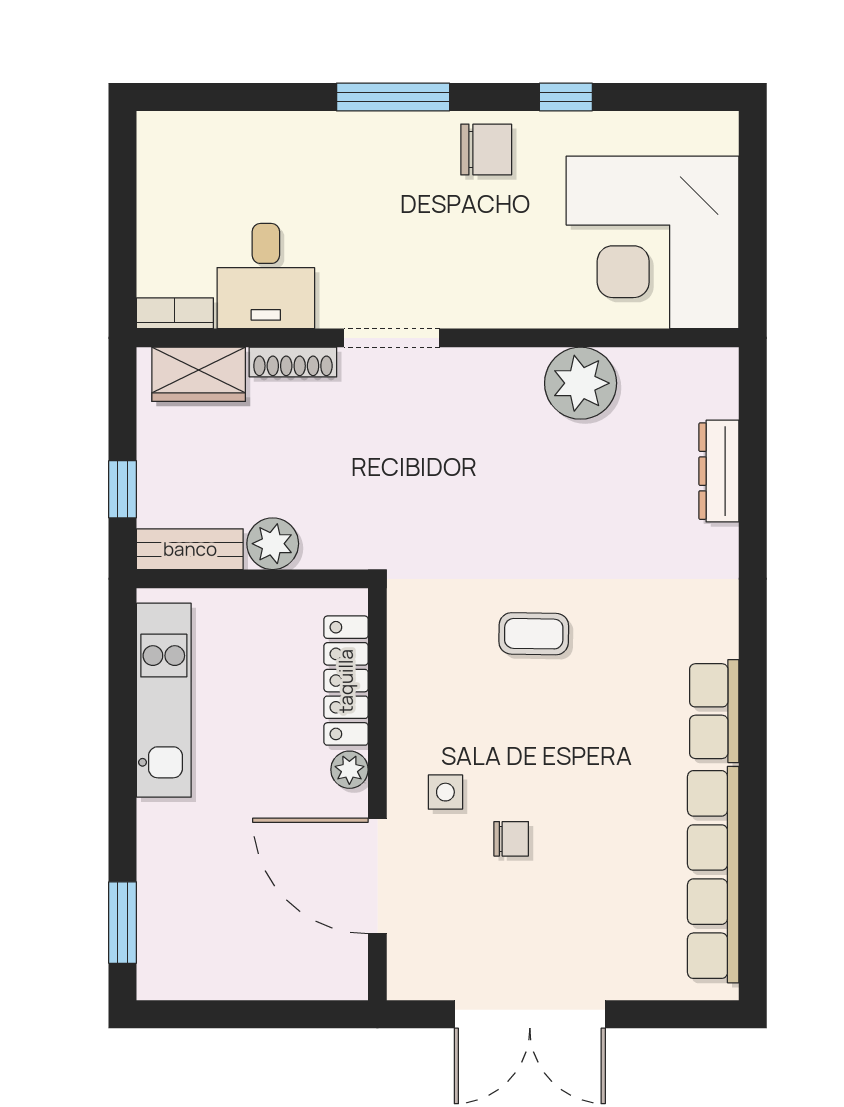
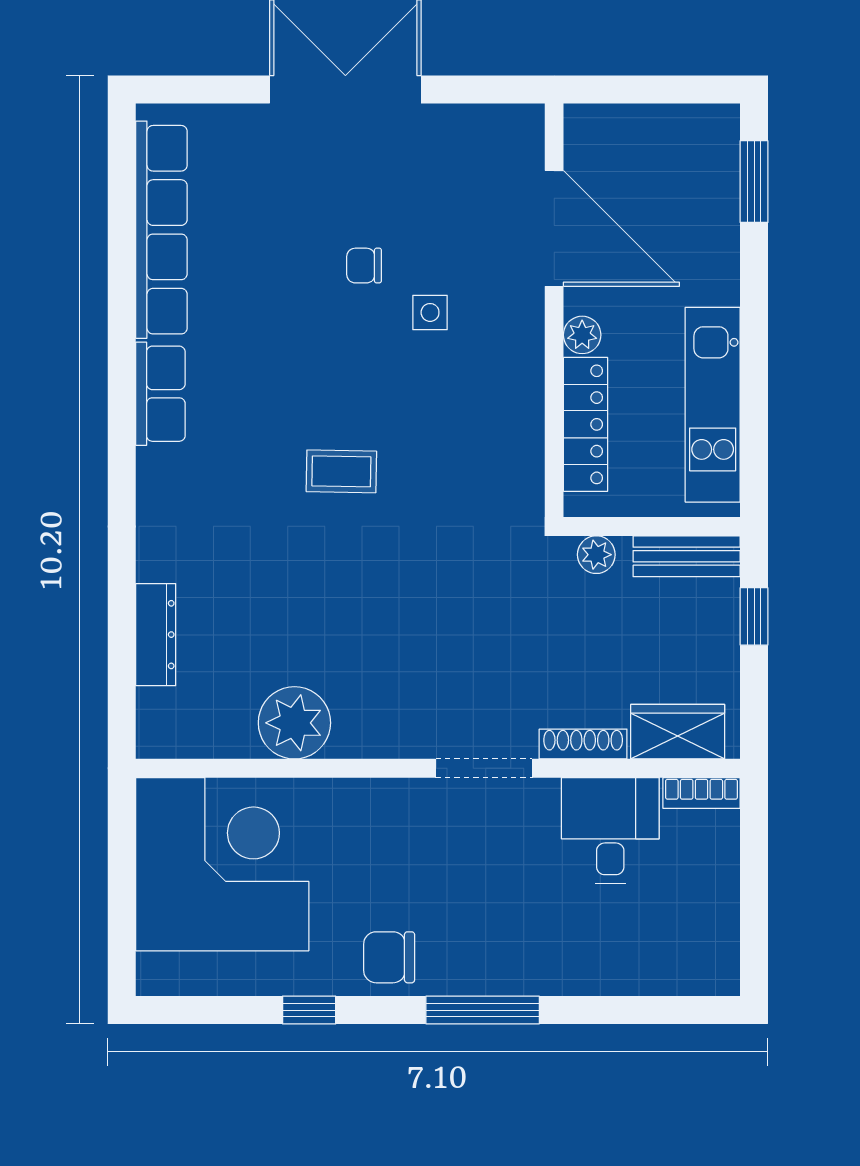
plant: (273, 544) -> (596, 555), width x0.73, depth x0.73
locker: (346, 681) -> (586, 424), moved
plant: (349, 770) -> (582, 335), moved
wall: (377, 794) -> (554, 310), moved
door: (377, 876) -> (554, 228), moved

